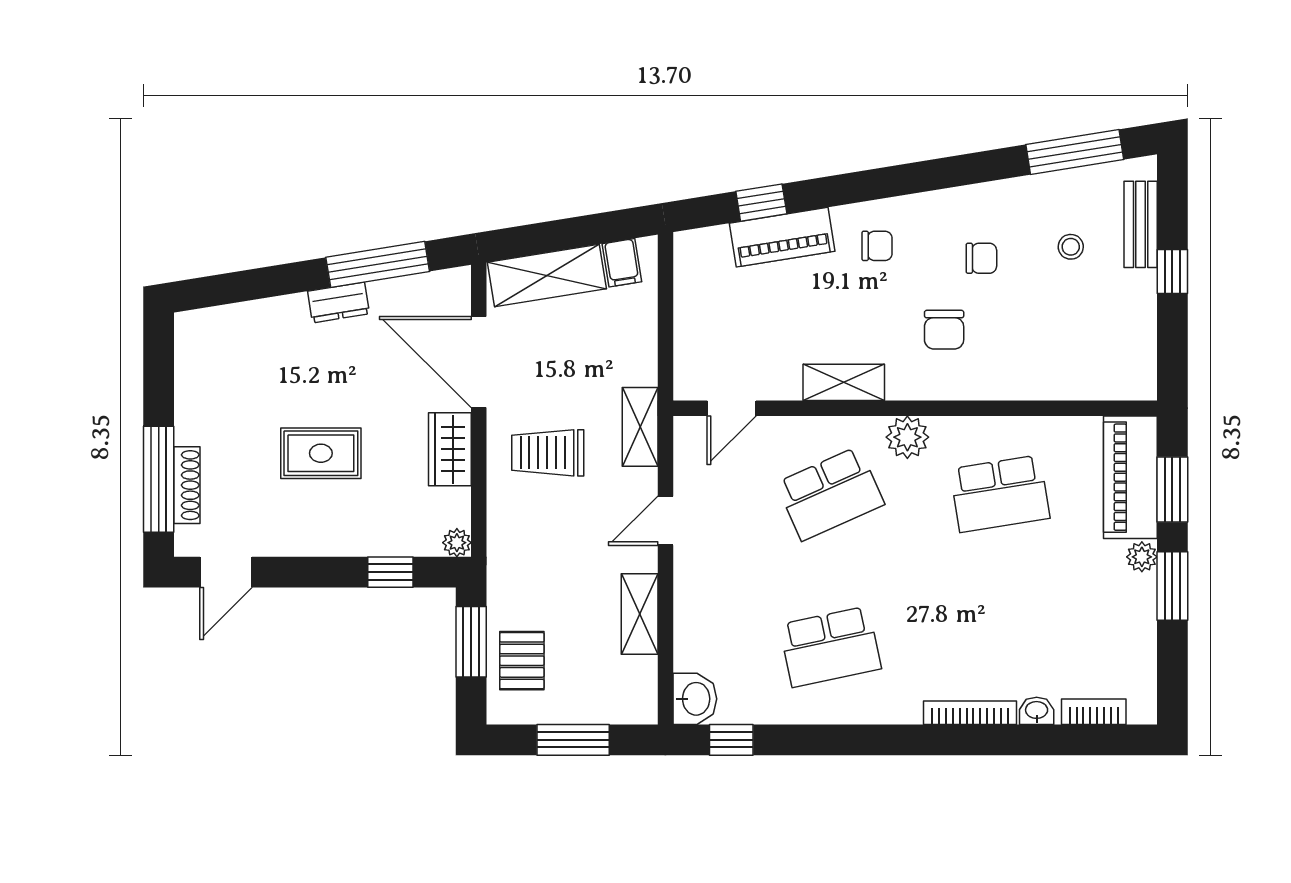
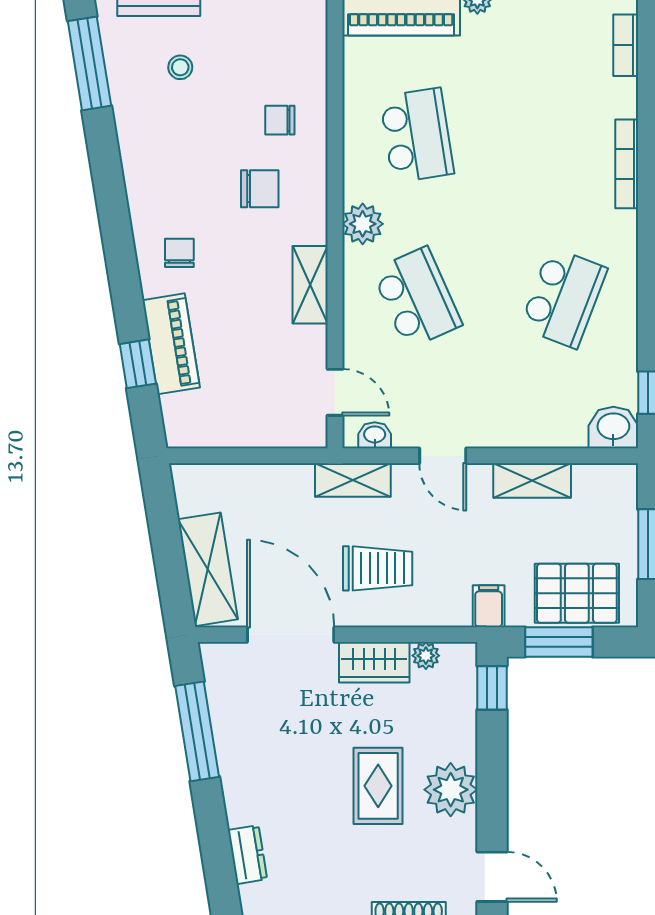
chair: (981, 258) -> (280, 120), moved, turned -90
filing cabinet: (622, 263) -> (489, 606), moved, turned -81
dresser: (339, 303) -> (247, 855), moved
door: (479, 362) -> (291, 635), swing flipped
trolley: (548, 453) -> (378, 568), turned -90
plant: (317, 529) -> (451, 790), added
plant: (457, 543) -> (426, 656), moved
window: (390, 572) -> (492, 688), moved
school desk: (830, 647) -> (564, 298), turned 33
pallet: (522, 661) -> (577, 593), width x1.50, depth x1.42
washbasin: (1037, 711) -> (375, 435), moved, turned 90

